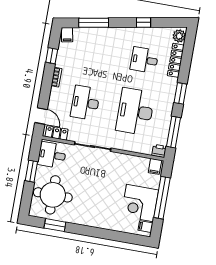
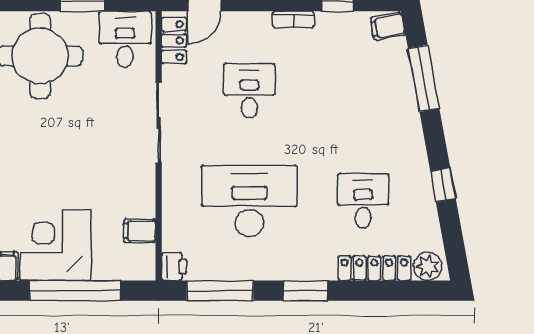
desk: (85, 103) -> (249, 91), width x0.73
filing cabinet: (155, 166) -> (140, 231), moved

